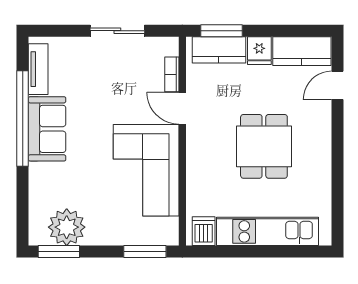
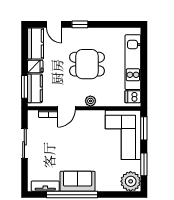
window: (337, 133) -> (80, 24), added
plant: (196, 153) -> (90, 101), added
corner sofa: (146, 170) -> (123, 135), moved, turned 90
plant: (67, 227) -> (131, 181), moved
window: (59, 252) -> (144, 164), moved

